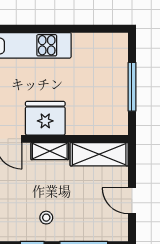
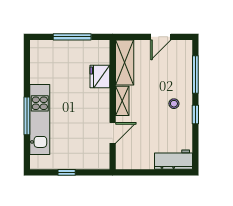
window: (30, 29) -> (27, 116), added
fridge: (45, 118) -> (100, 76), moved, width x0.73, depth x0.75

